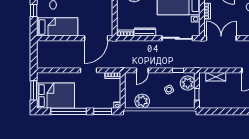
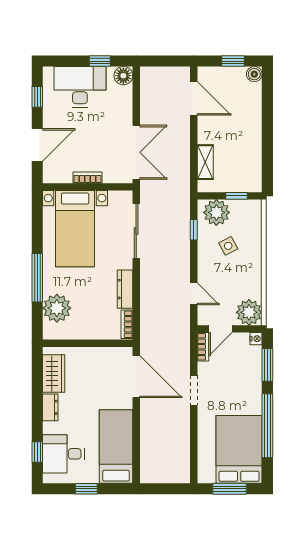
double door: (221, 38) -> (136, 152), swing flipped
door: (123, 85) -> (221, 329), added
plant: (142, 101) -> (249, 312), moved

